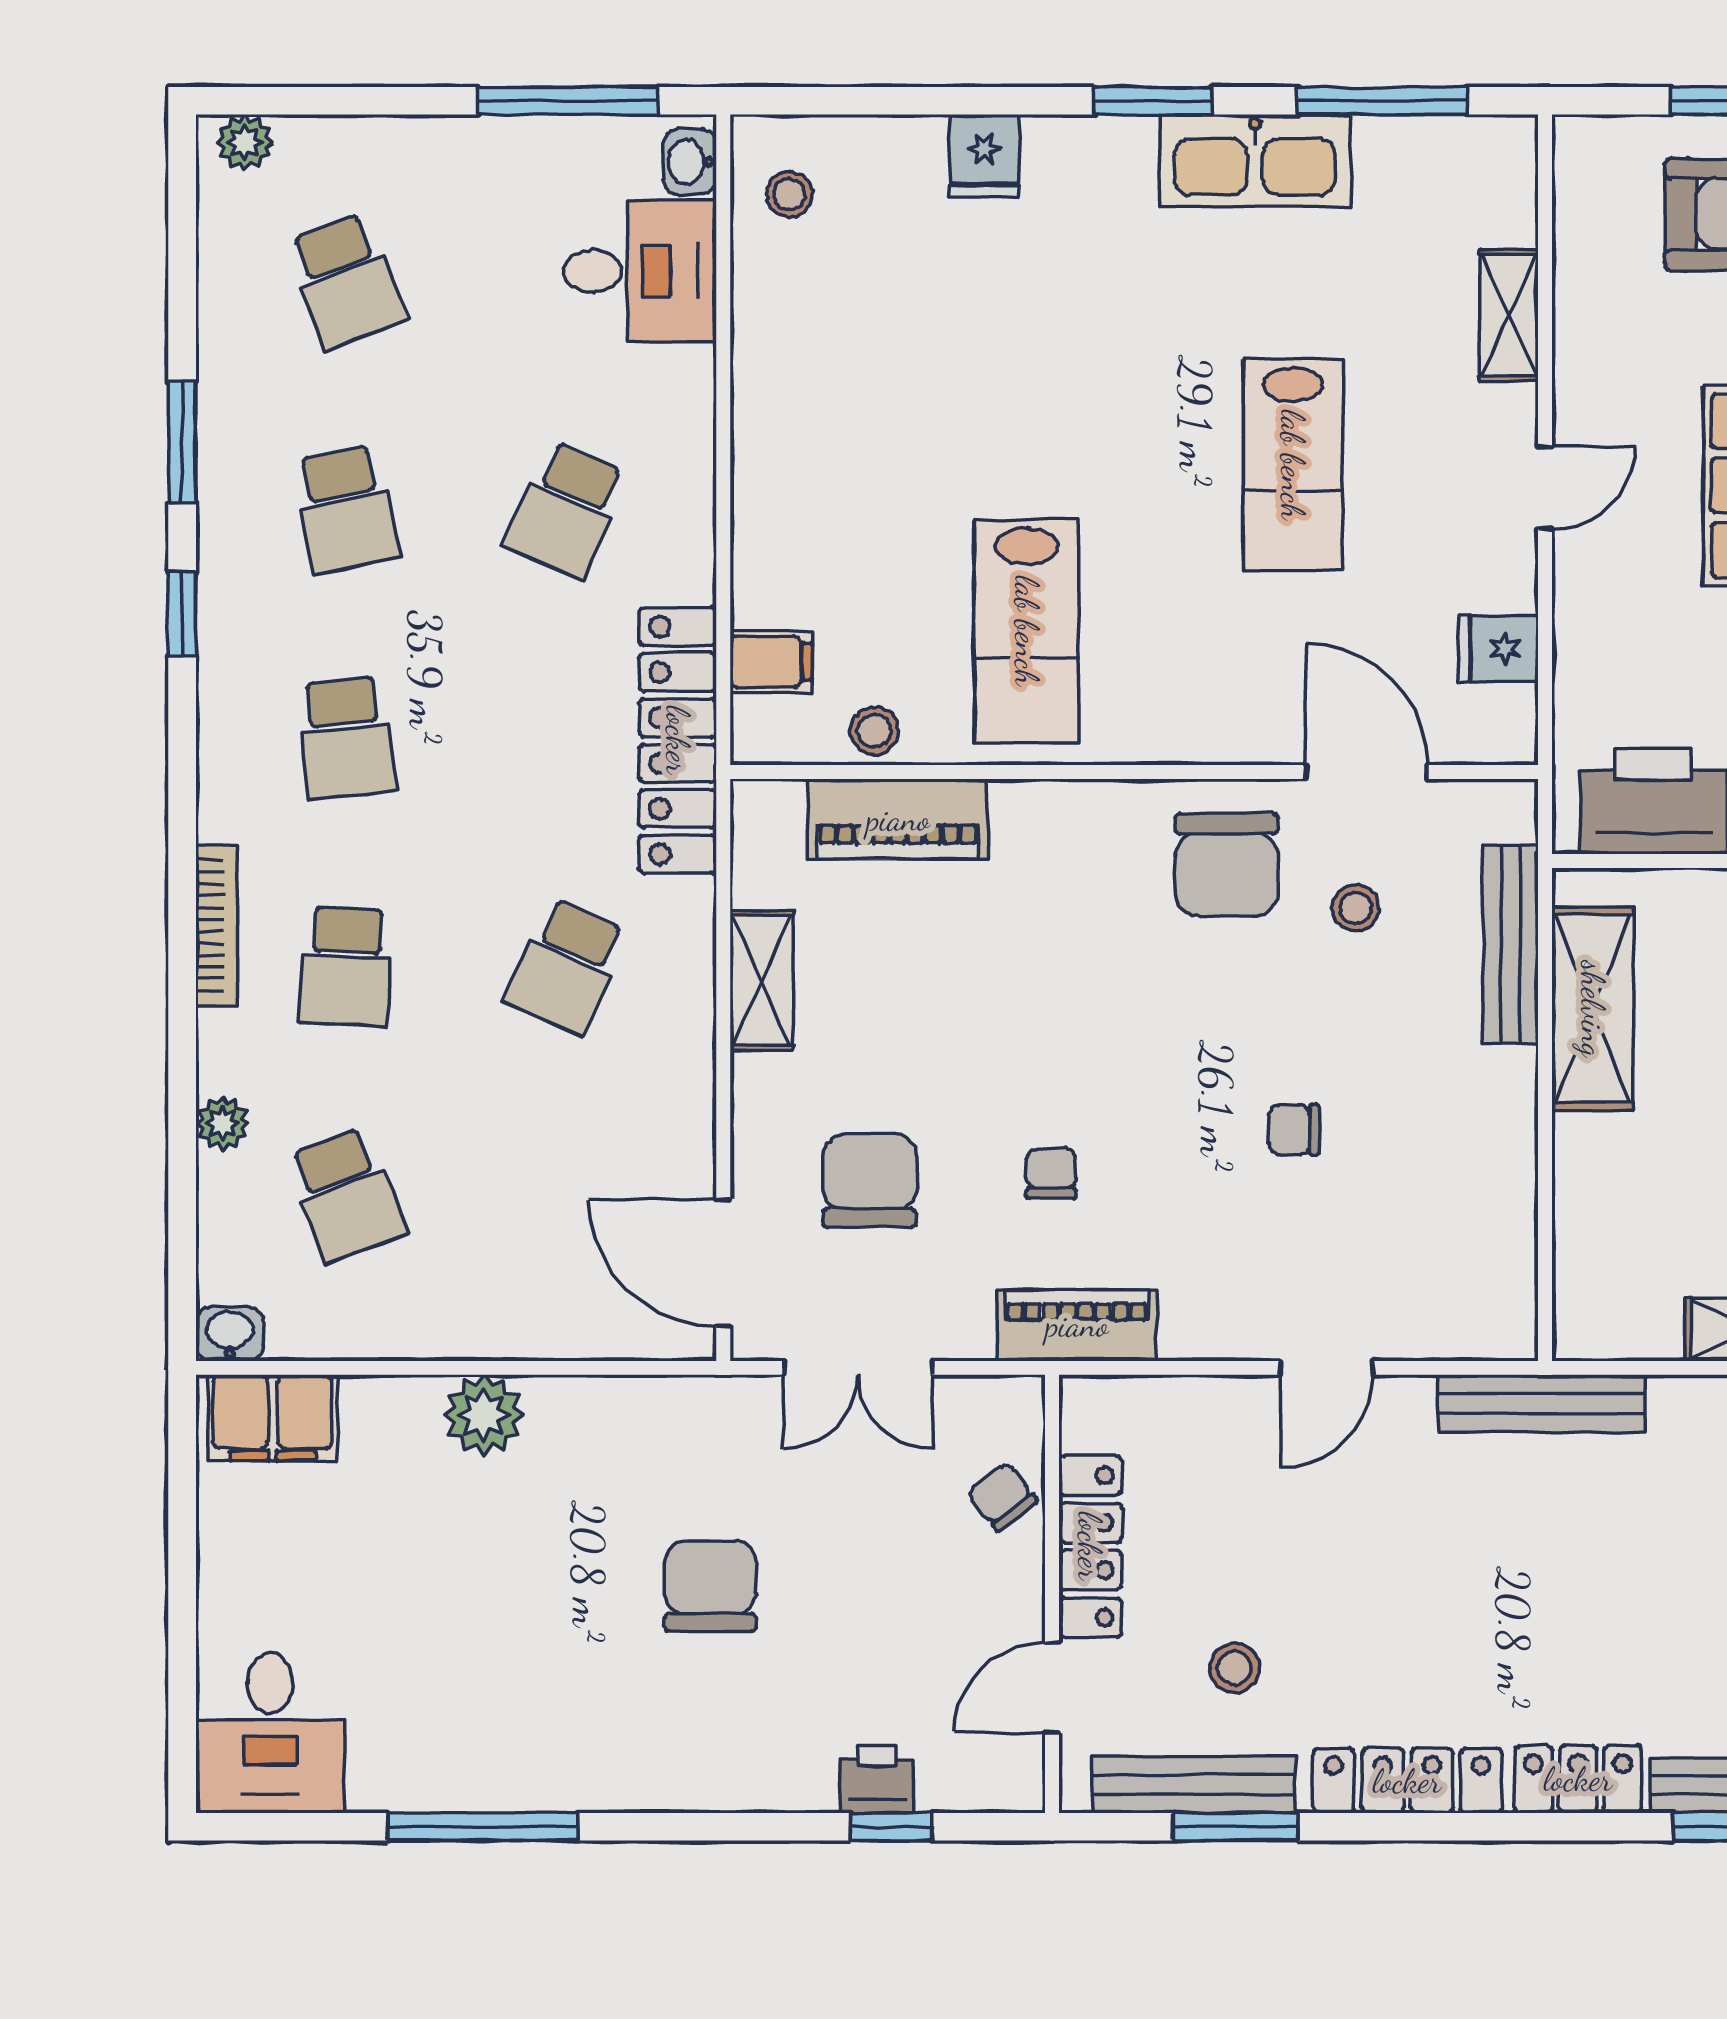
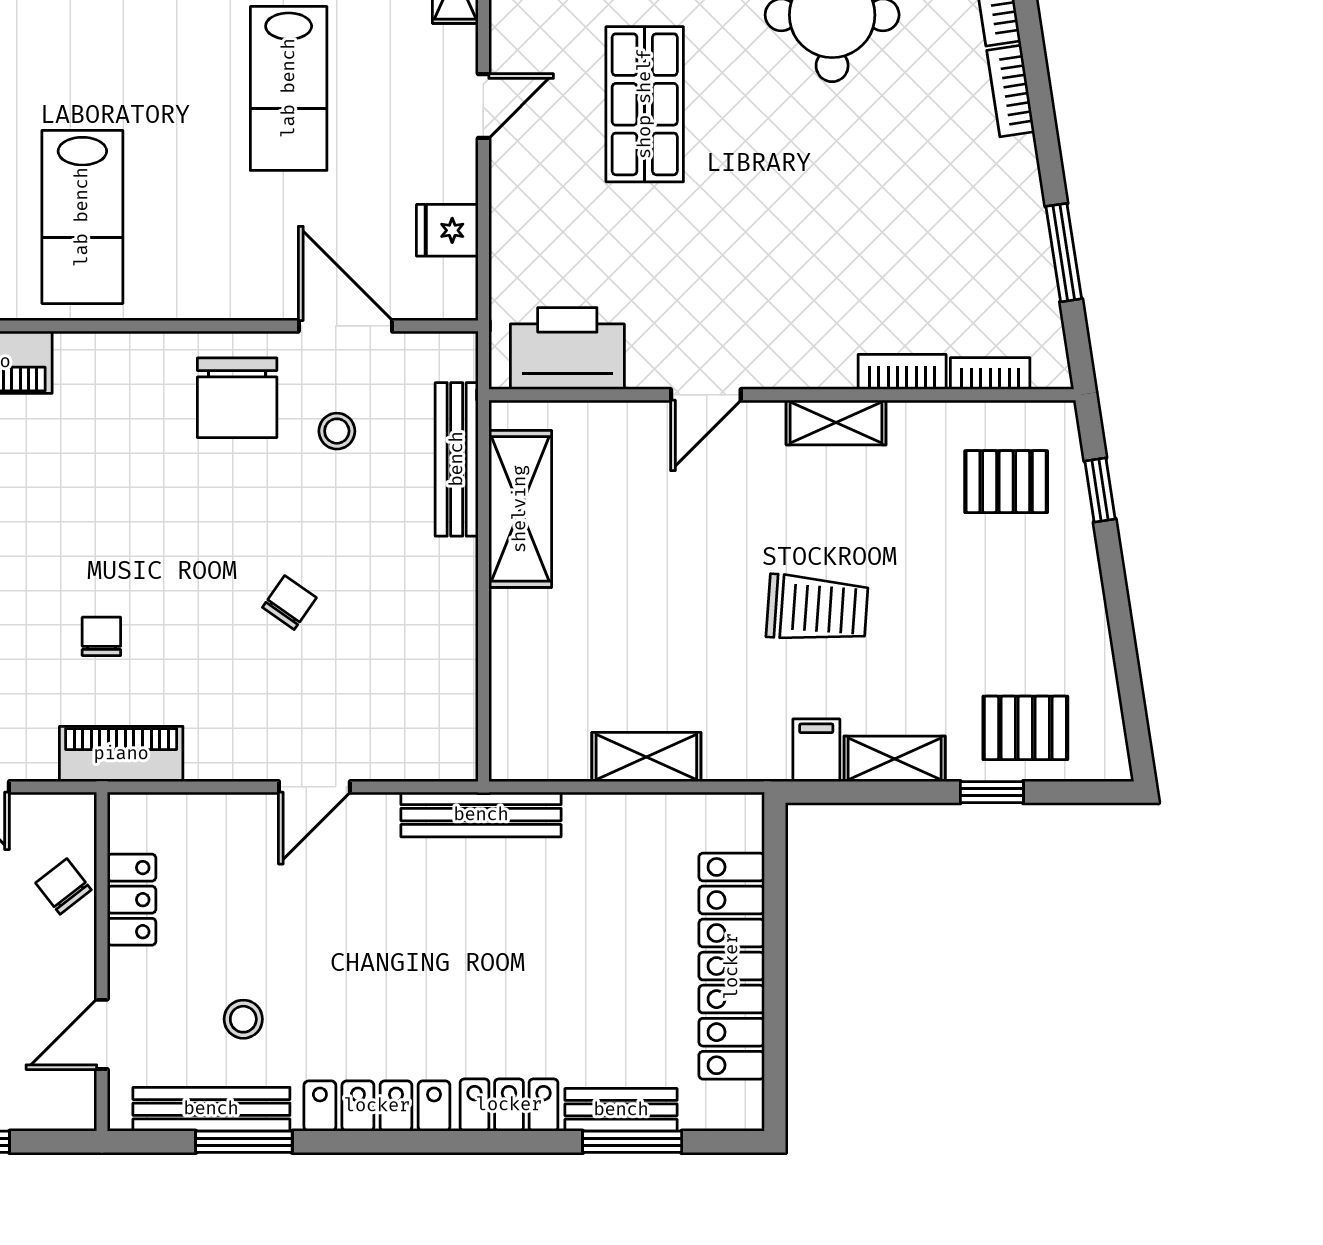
chair: (1294, 1130) -> (289, 603), turned 125
locker: (1090, 1546) -> (132, 900), width x0.66

